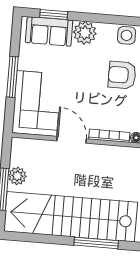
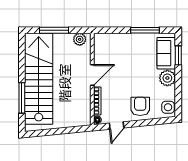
window: (12, 77) -> (145, 30), moved
corner sofa: (37, 104) -> (115, 49), removed
plant: (17, 176) -> (80, 39), moved

